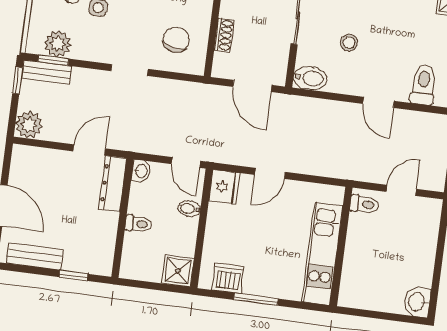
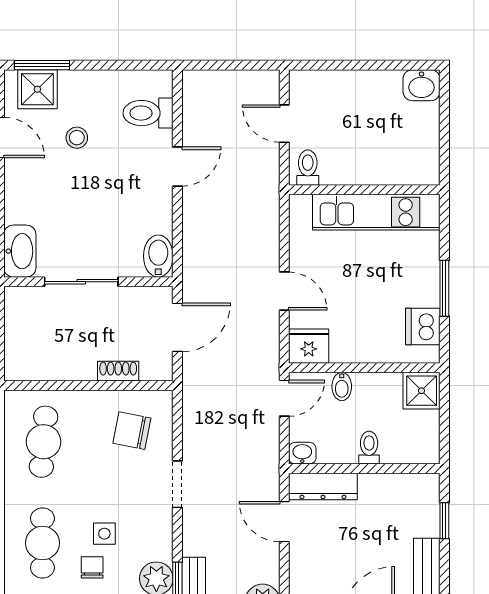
stool: (349, 43) -> (77, 138), moved

